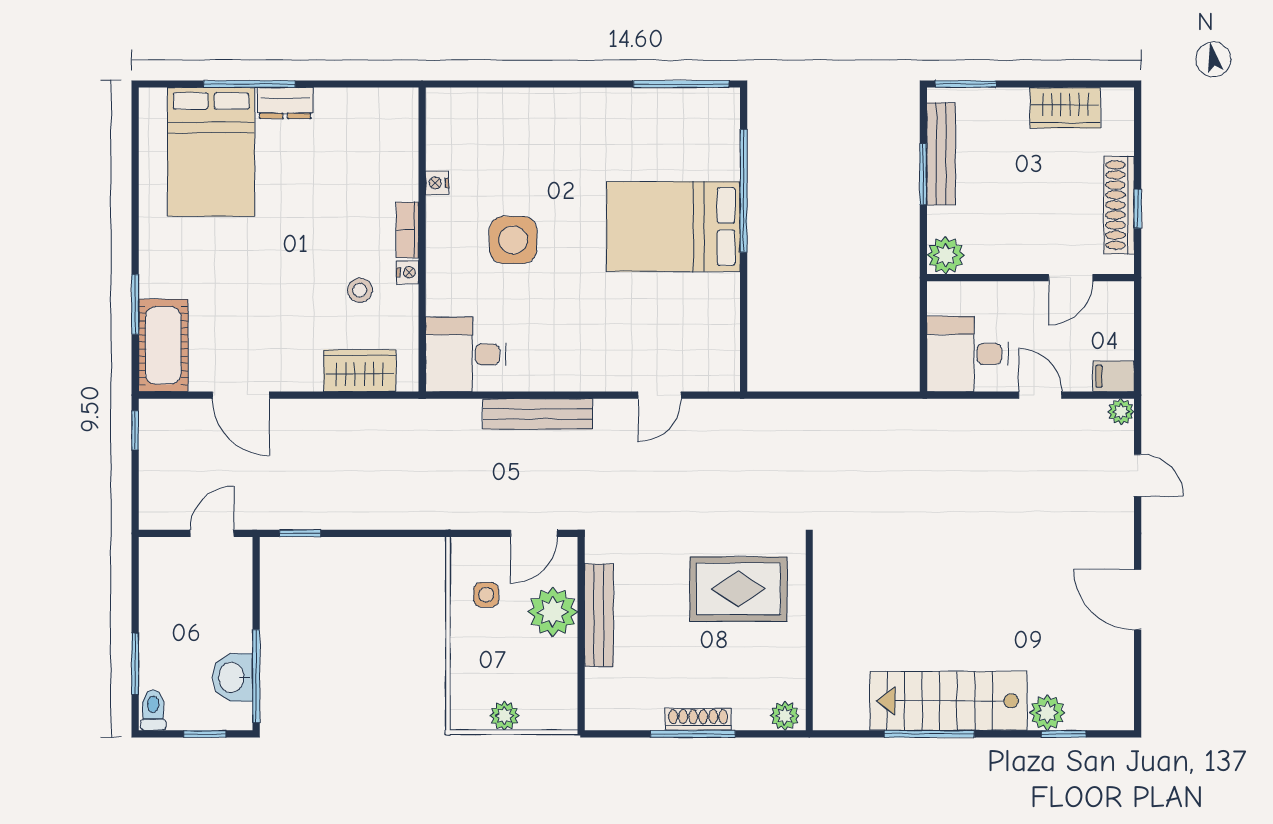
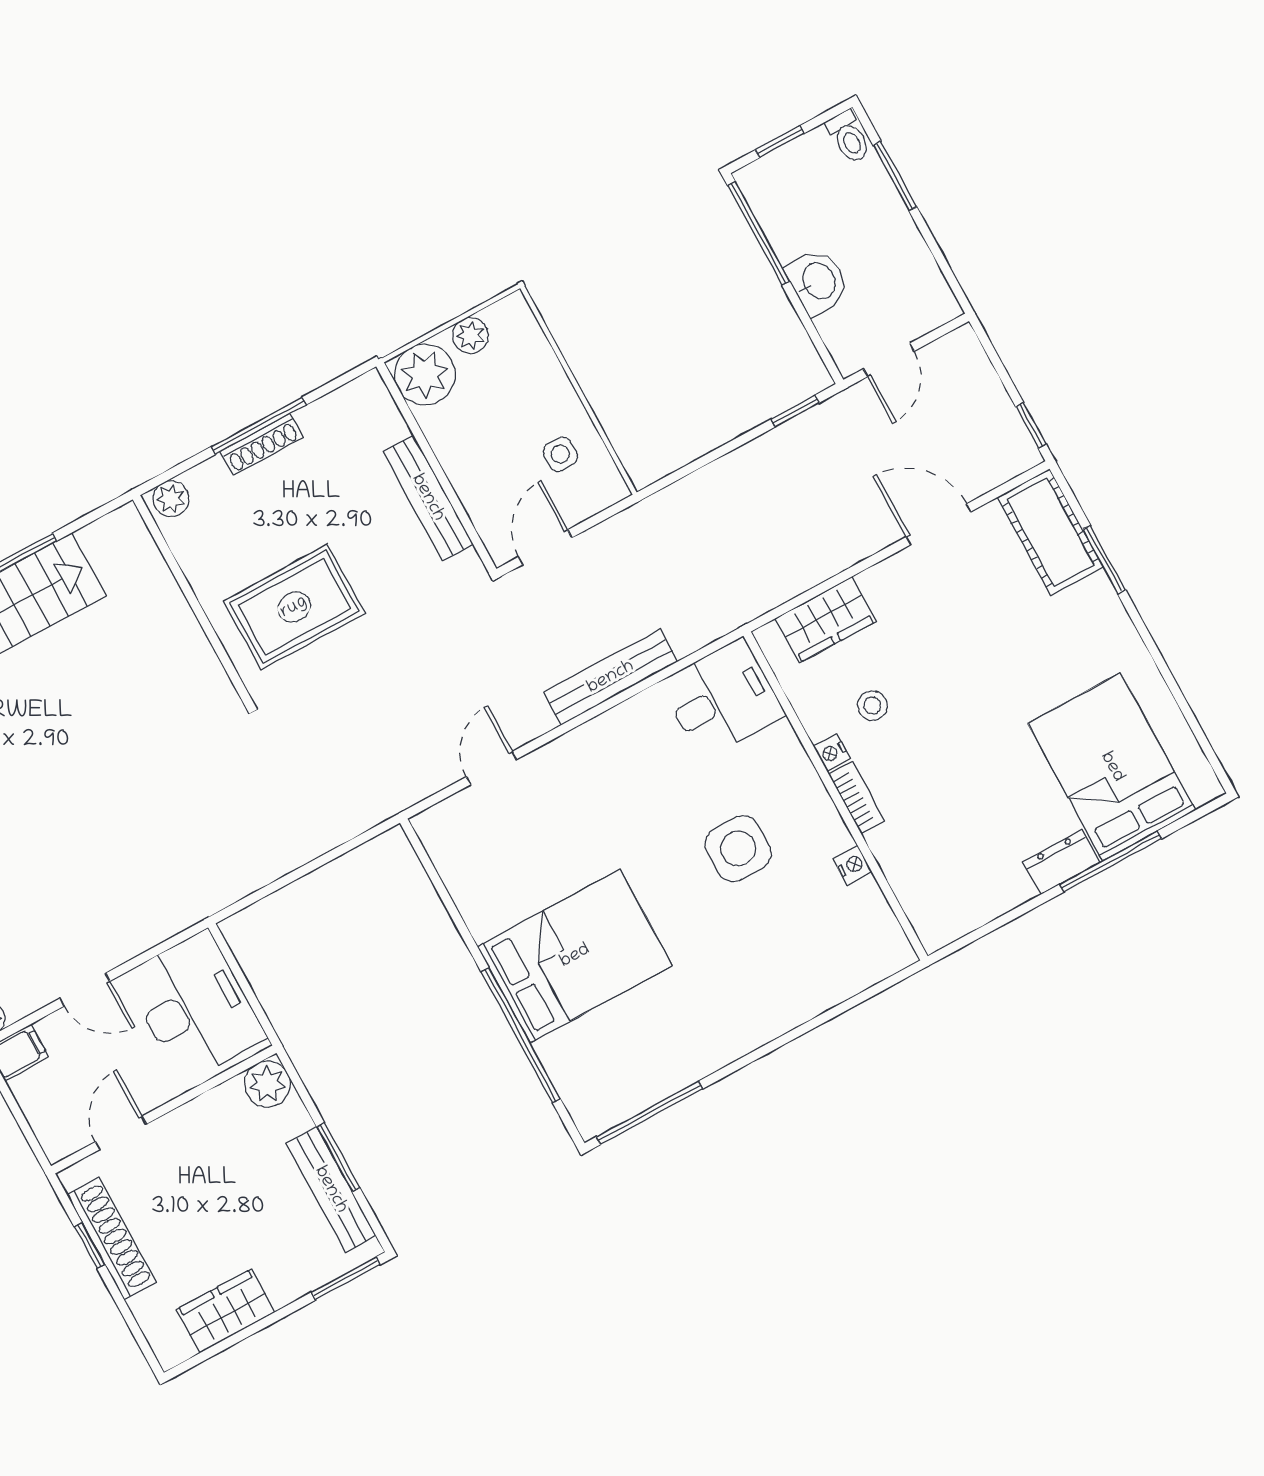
desk: (967, 354) -> (195, 1006), width x1.37
plant: (553, 612) -> (425, 374), moved
washbasin: (232, 677) -> (818, 282), moved

